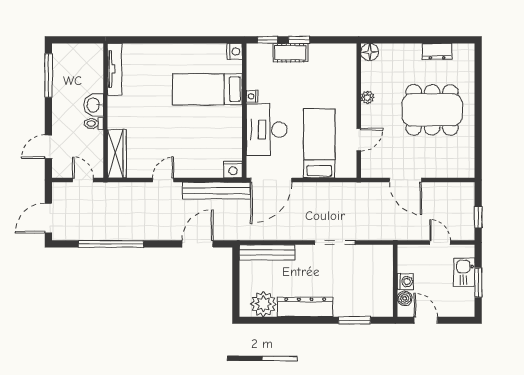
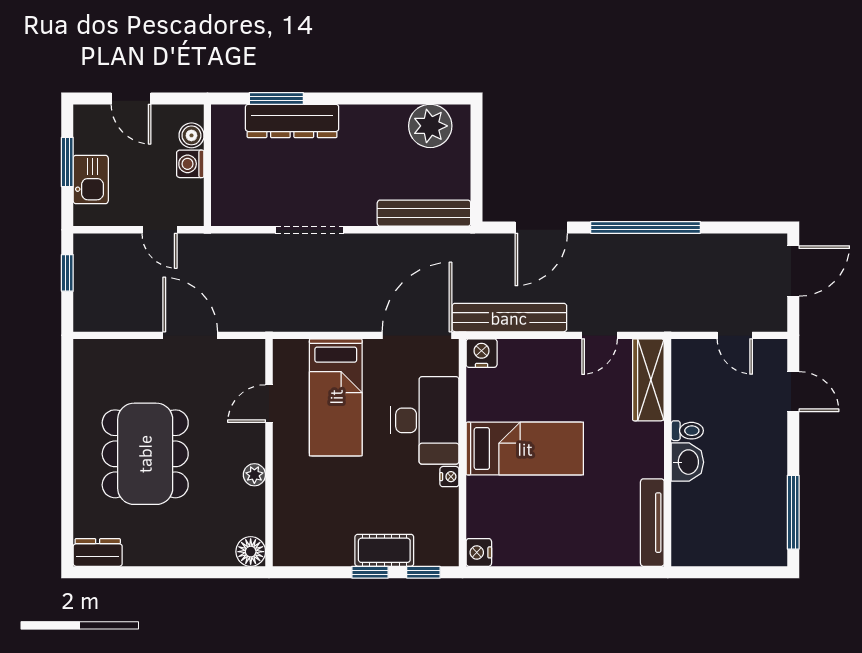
dresser: (437, 51) -> (98, 553), moved
tv unit: (114, 69) -> (652, 523), moved
bed: (207, 89) -> (525, 449), moved
washbasin: (94, 105) -> (687, 462), moved
dining table: (432, 110) -> (145, 454), turned 90
wall: (105, 111) -> (668, 453), moved
toilet: (94, 124) -> (687, 431), moved
door: (48, 147) -> (793, 392), hinge flipped
wardrobe: (117, 154) -> (648, 380), moved
door: (440, 243) -> (160, 230), moved
window: (111, 244) -> (646, 227), moved
dresser: (305, 307) -> (292, 121), moved
door: (426, 320) -> (131, 98), moved

